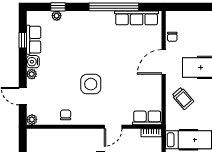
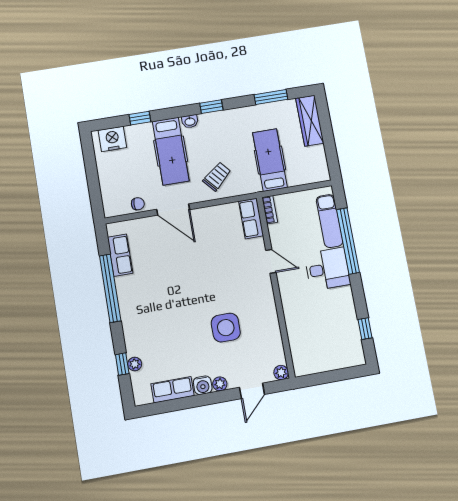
row of seats: (137, 18) -> (120, 255), width x0.68
window: (23, 40) -> (176, 405), removed
side table: (91, 84) -> (226, 328), moved
chair: (66, 115) -> (267, 328), removed

